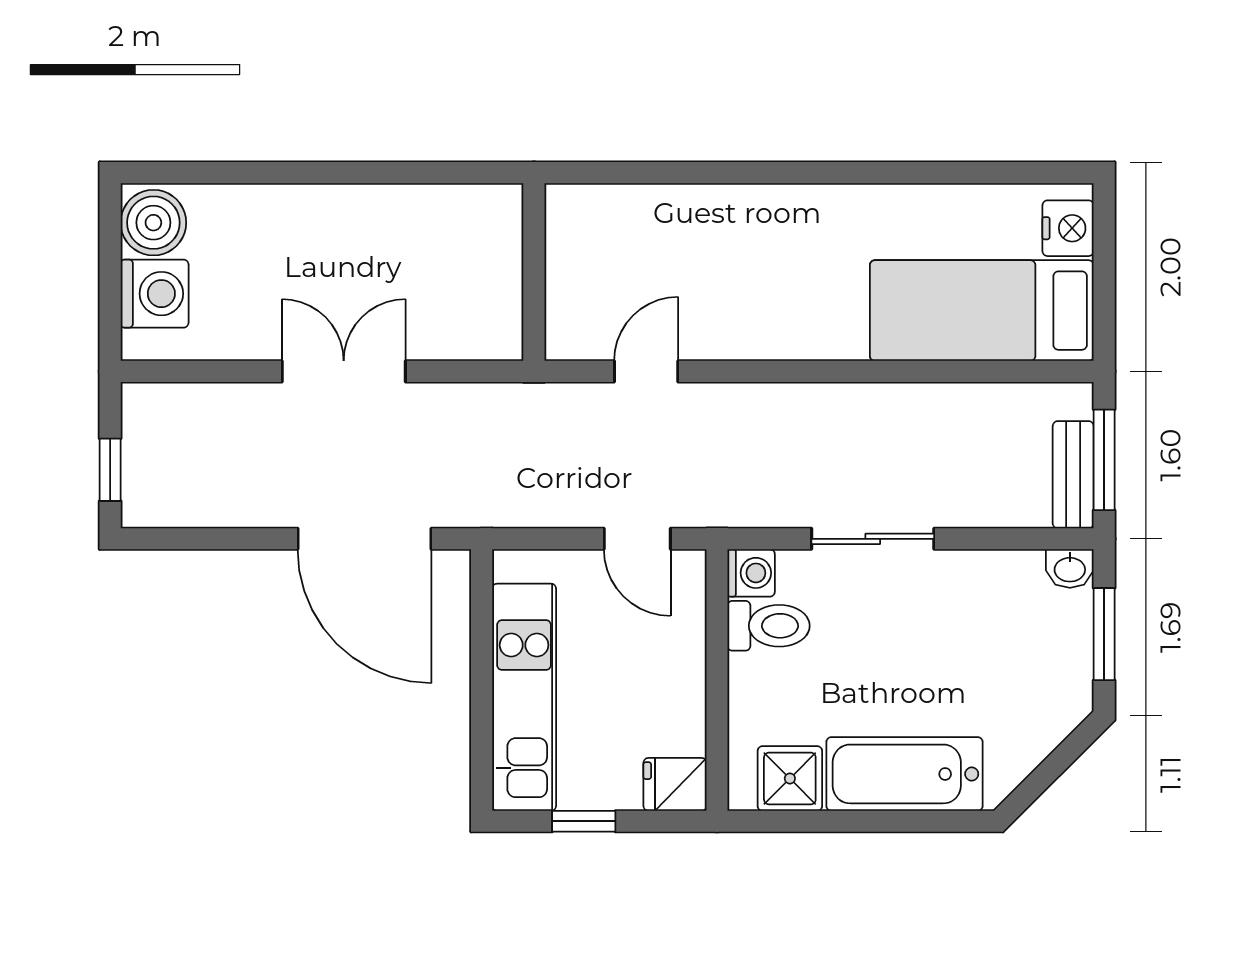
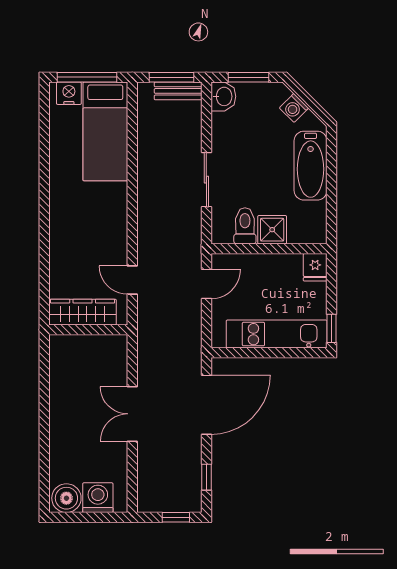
wardrobe: (574, 259) -> (83, 312), added
window: (1104, 269) -> (87, 77), added
window: (201, 539) -> (206, 477), added
washbasin: (1070, 569) -> (223, 96), width x1.38, depth x1.45
washing machine: (751, 573) -> (294, 108), moved, turned -135
shower: (790, 778) -> (272, 230), moved
window: (584, 821) -> (331, 328), moved

